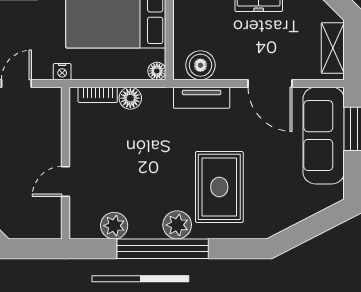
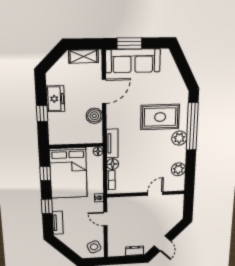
boiler: (200, 65) -> (94, 116), moved
tv unit: (202, 98) -> (112, 143), moved
door: (66, 181) -> (155, 194), swing flipped
window: (163, 249) -> (192, 126), moved

